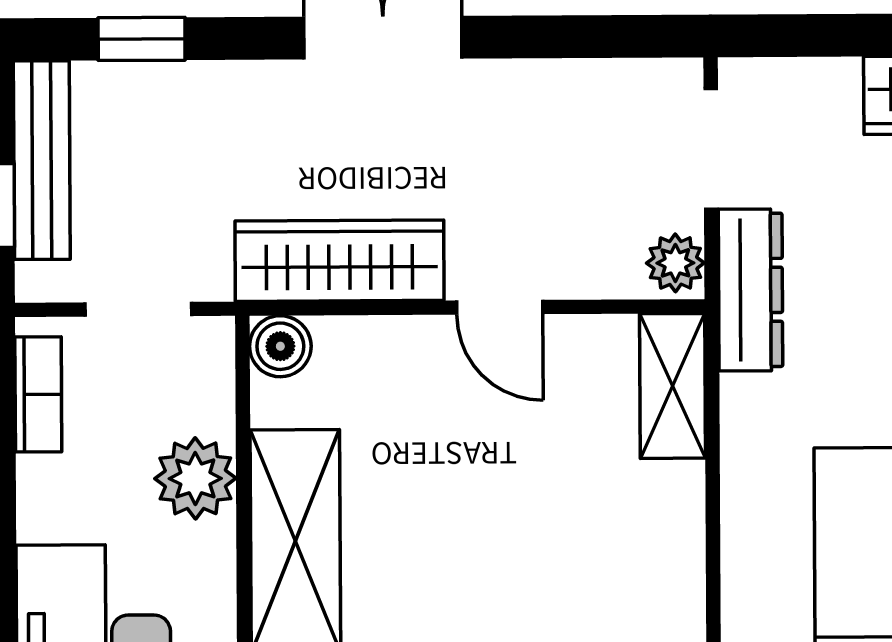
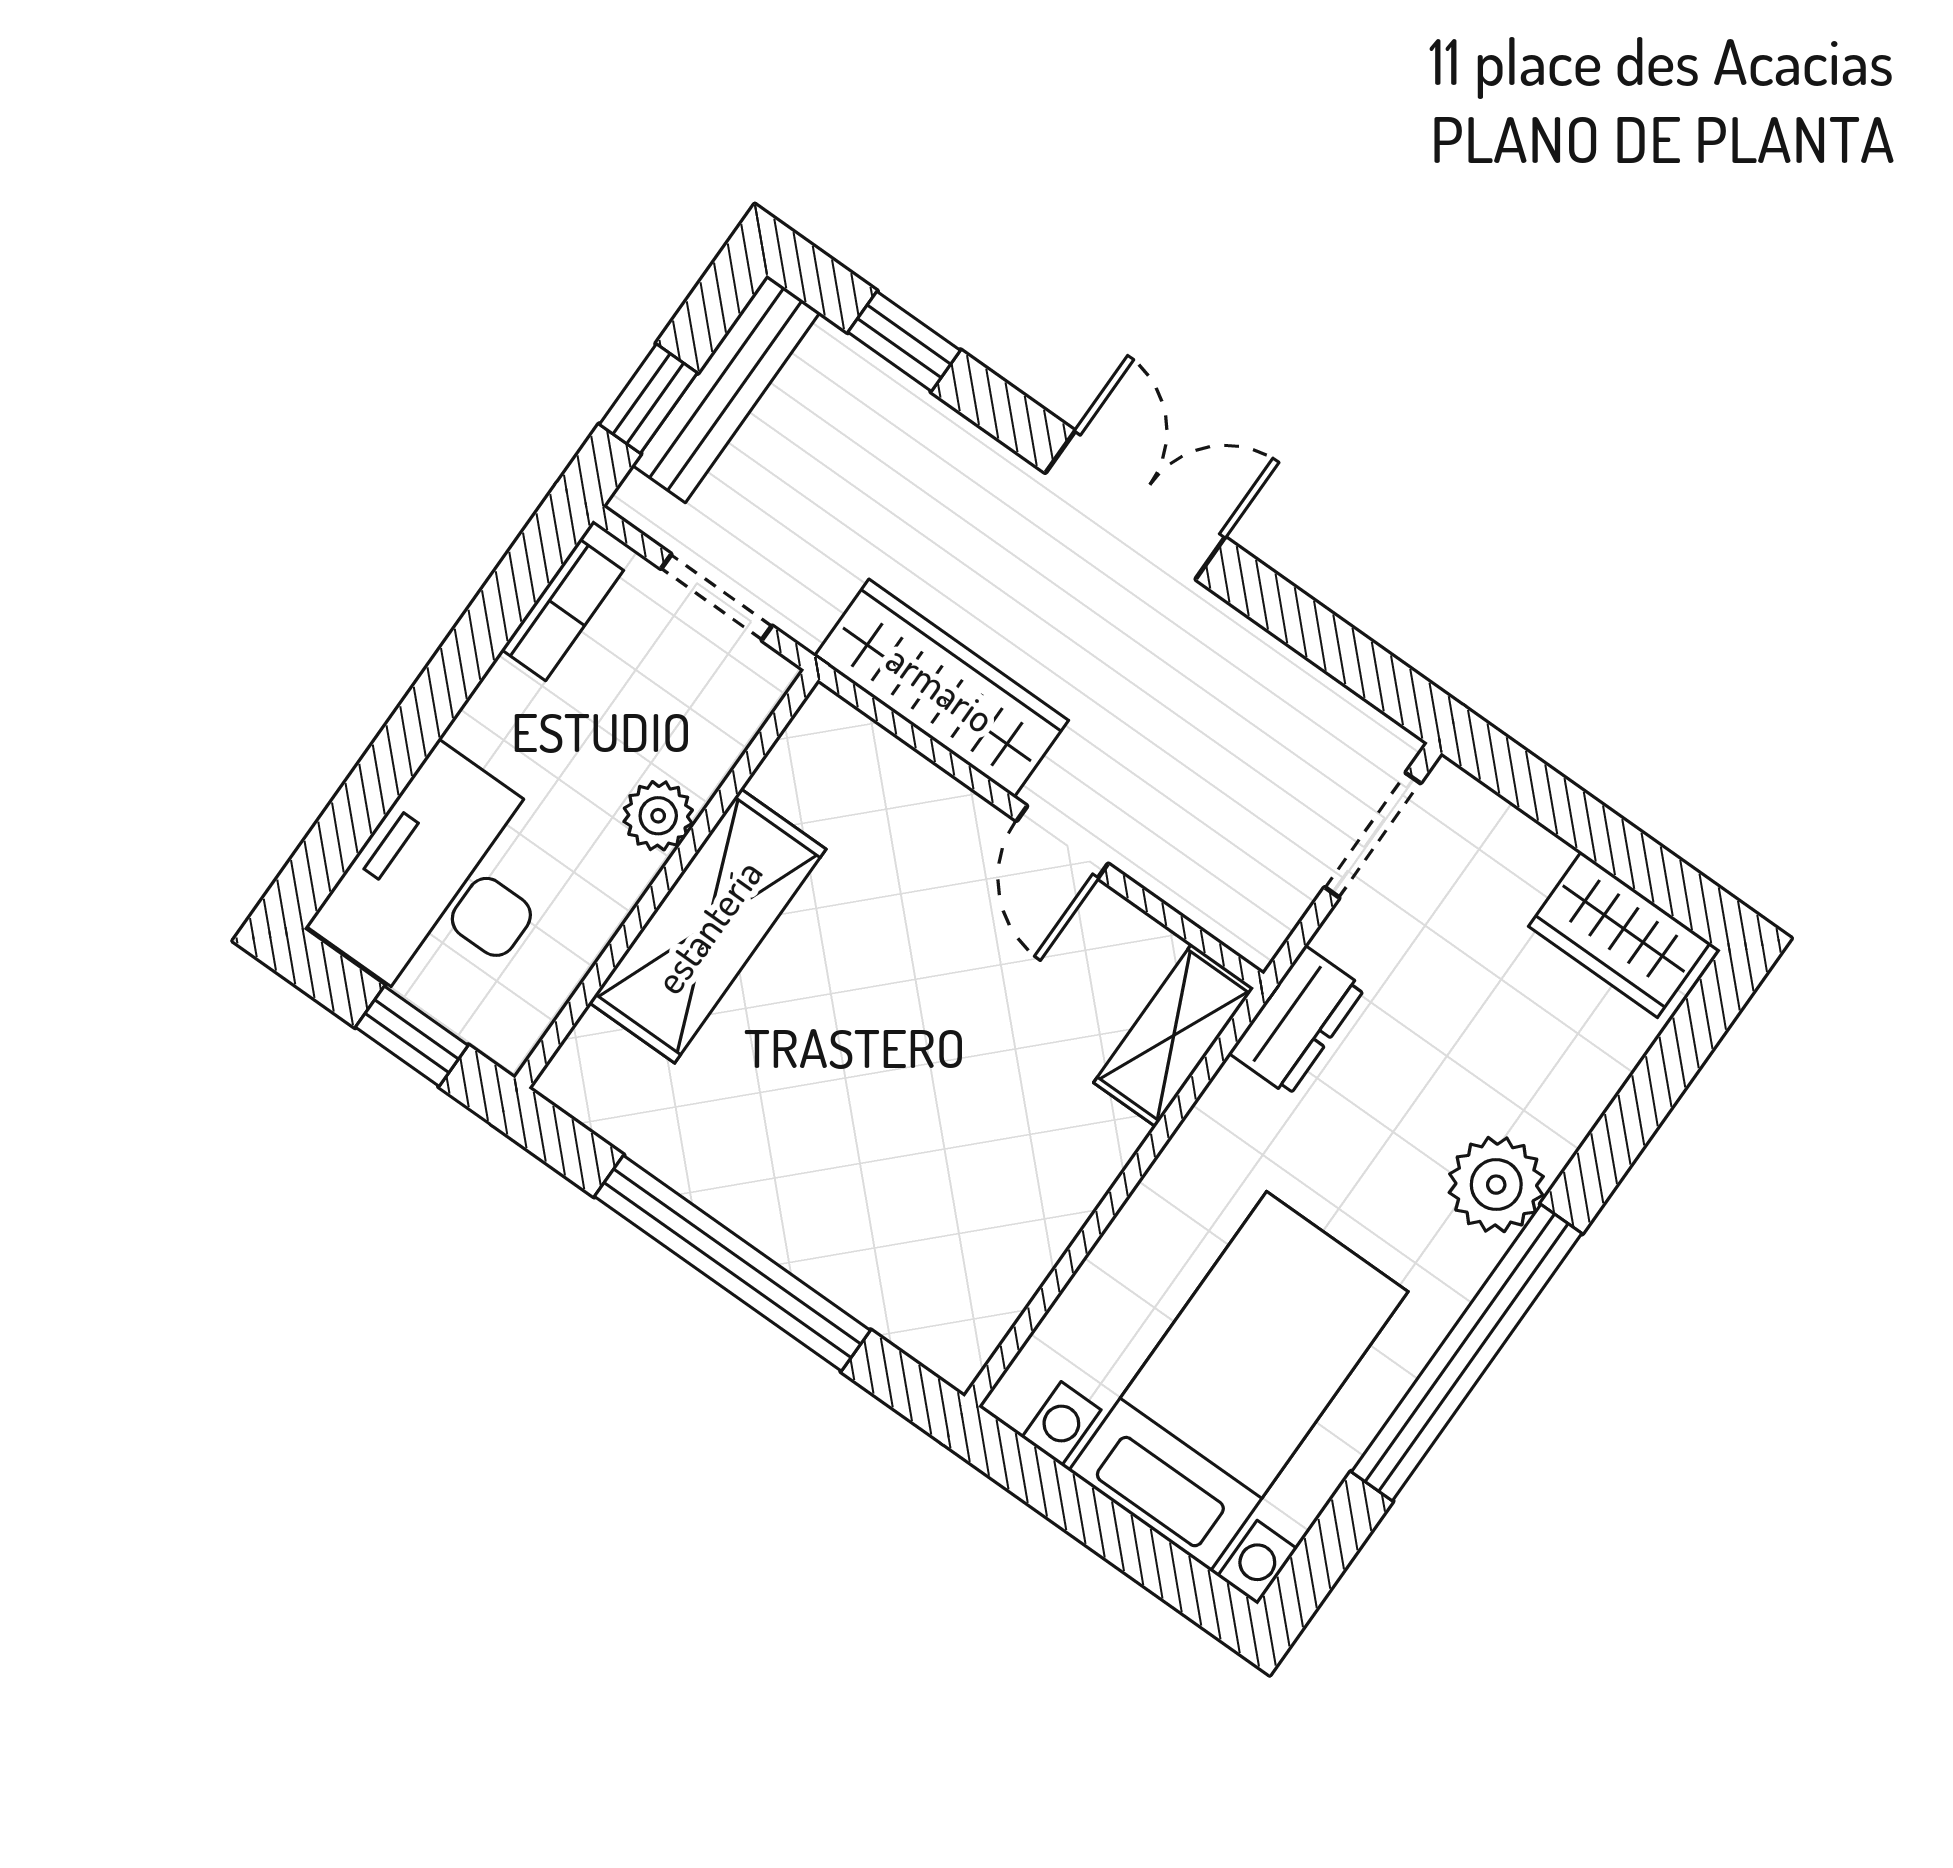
plant: (675, 263) -> (1261, 920), removed
dresser: (751, 290) -> (1297, 1021), width x0.70
boiler: (280, 346) -> (827, 729), removed
plant: (195, 478) -> (658, 816), width x0.73, depth x0.73

